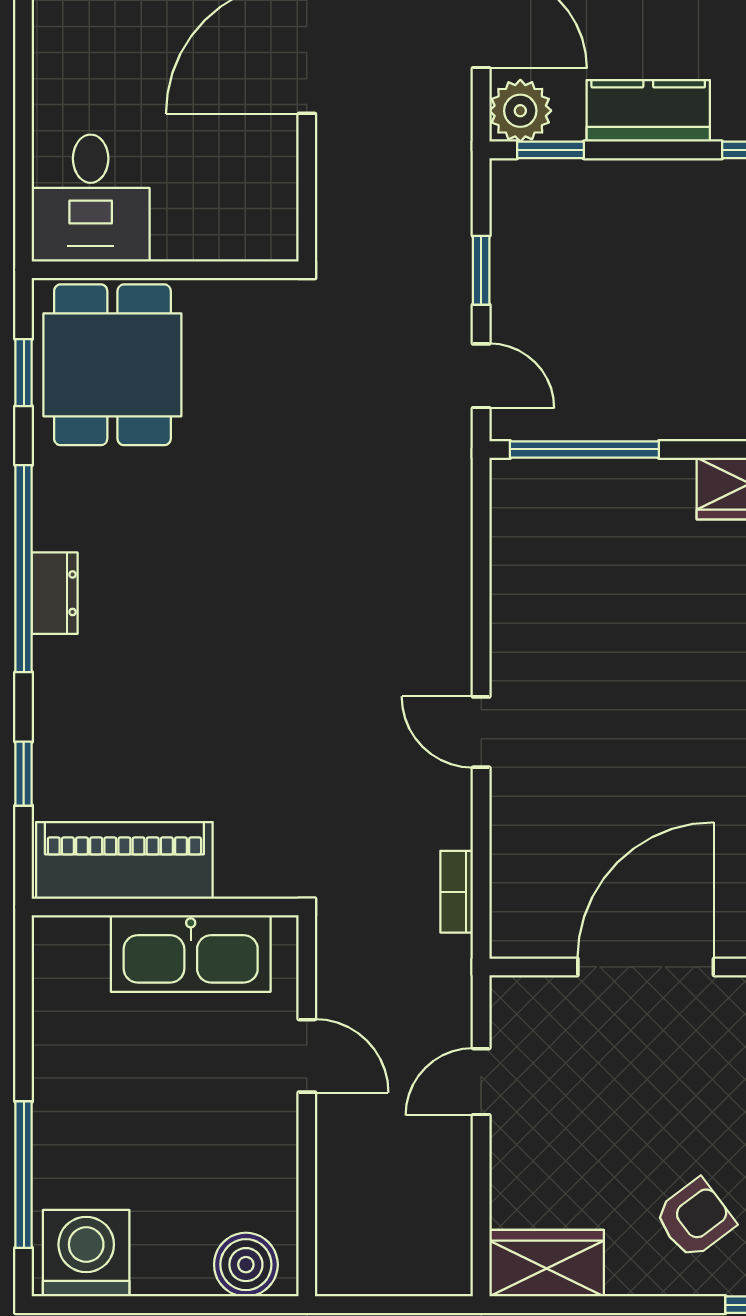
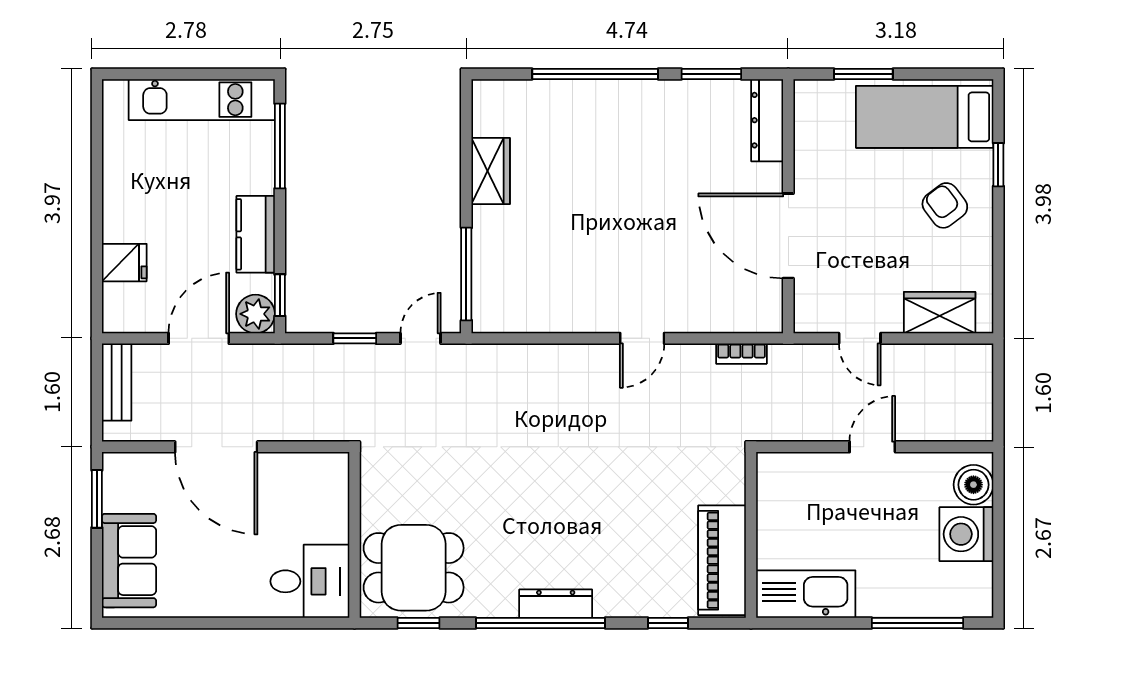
dresser: (55, 593) -> (556, 604), width x1.44
kitchen sink: (191, 954) -> (806, 594), moved, turned -90
door: (307, 1056) -> (872, 447), moved
washing machine: (86, 1253) -> (966, 534), moved
wardrobe: (547, 1263) -> (940, 313), moved, turned 90

